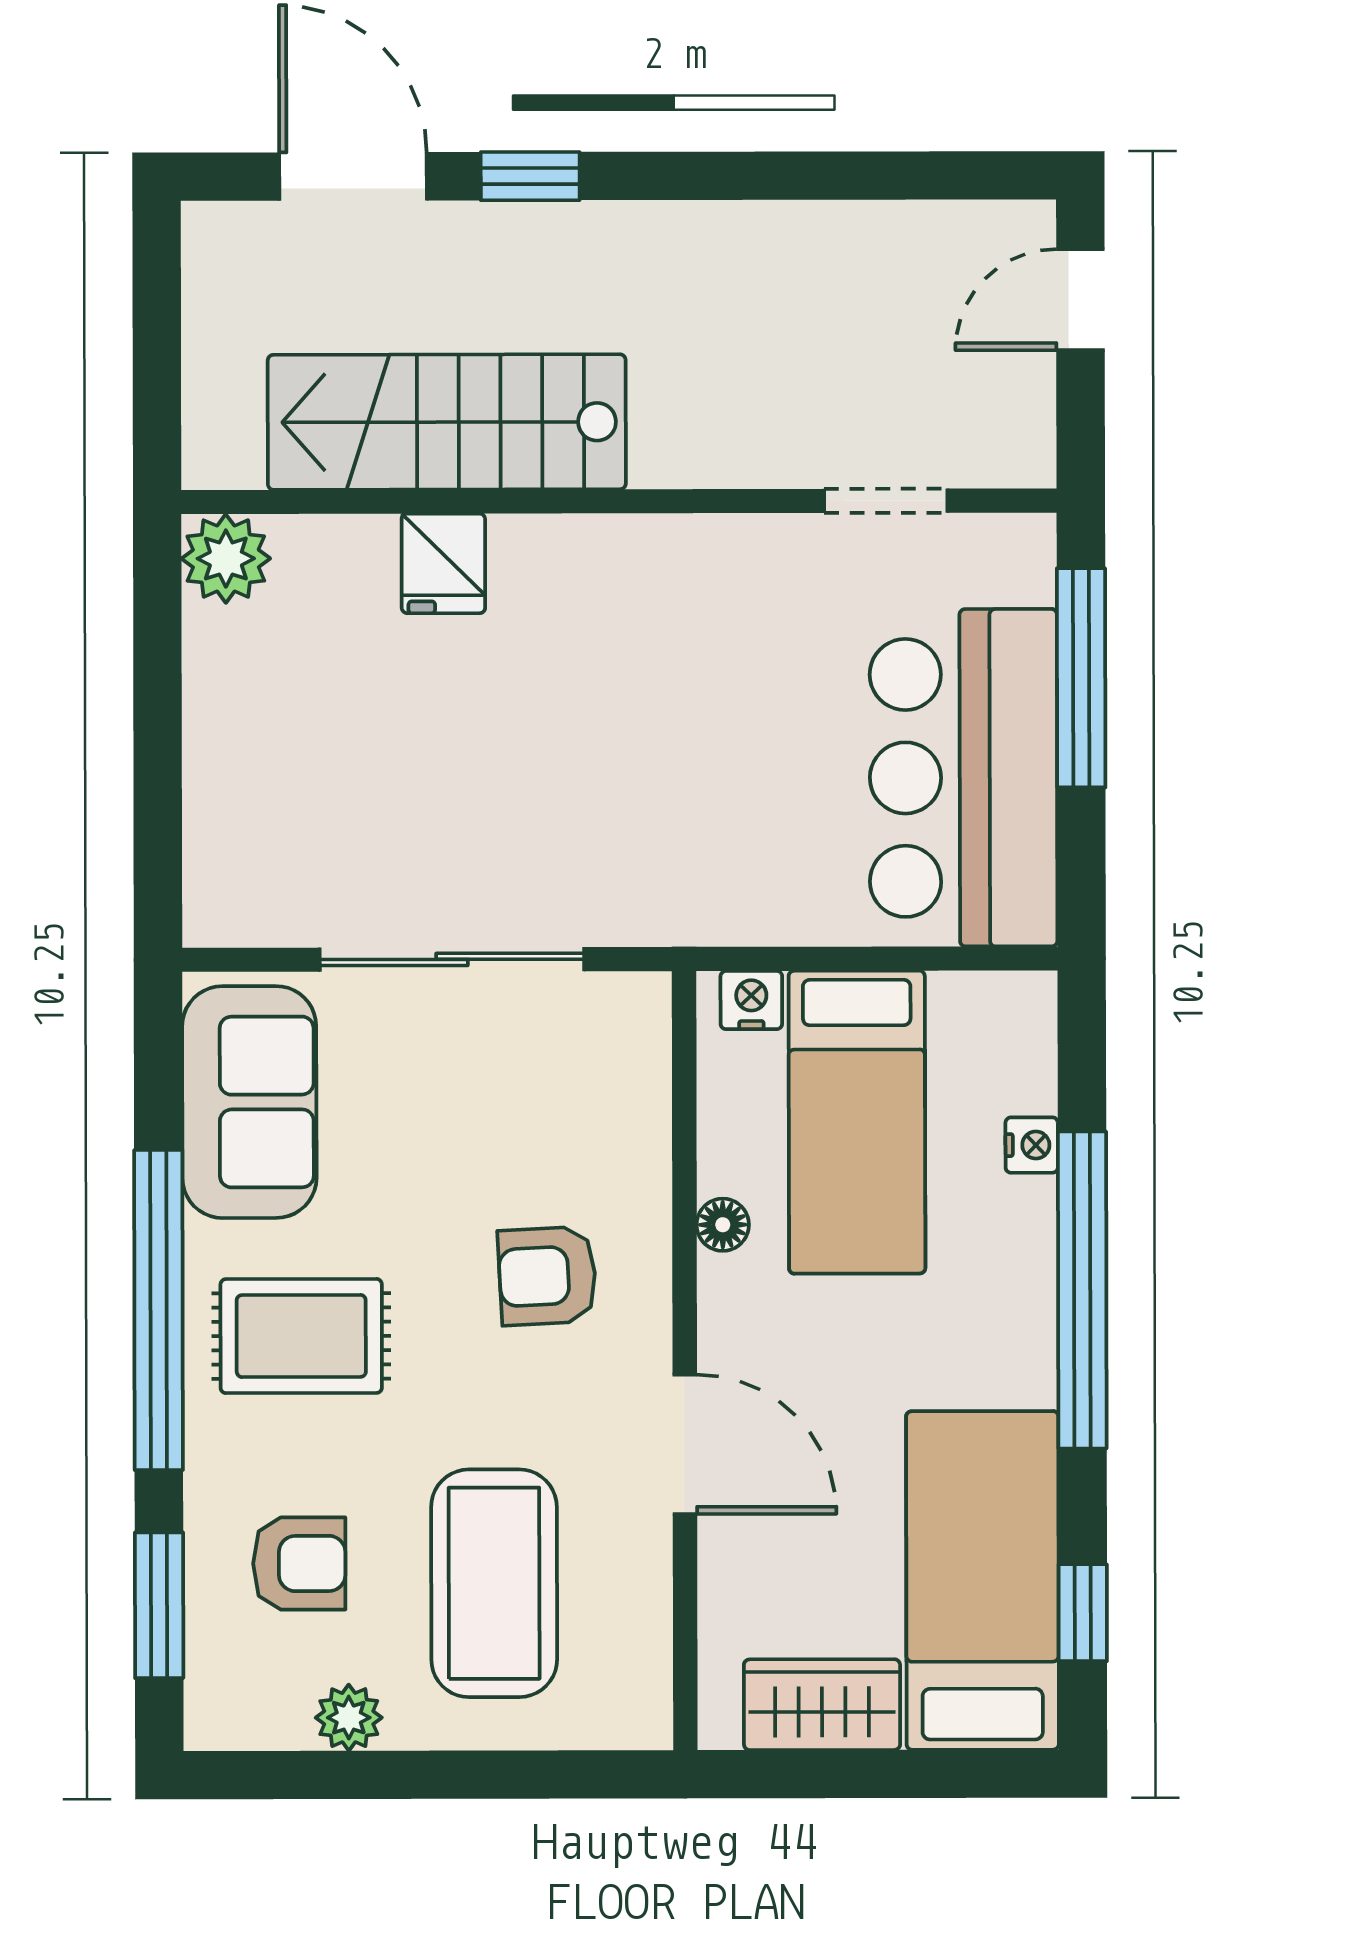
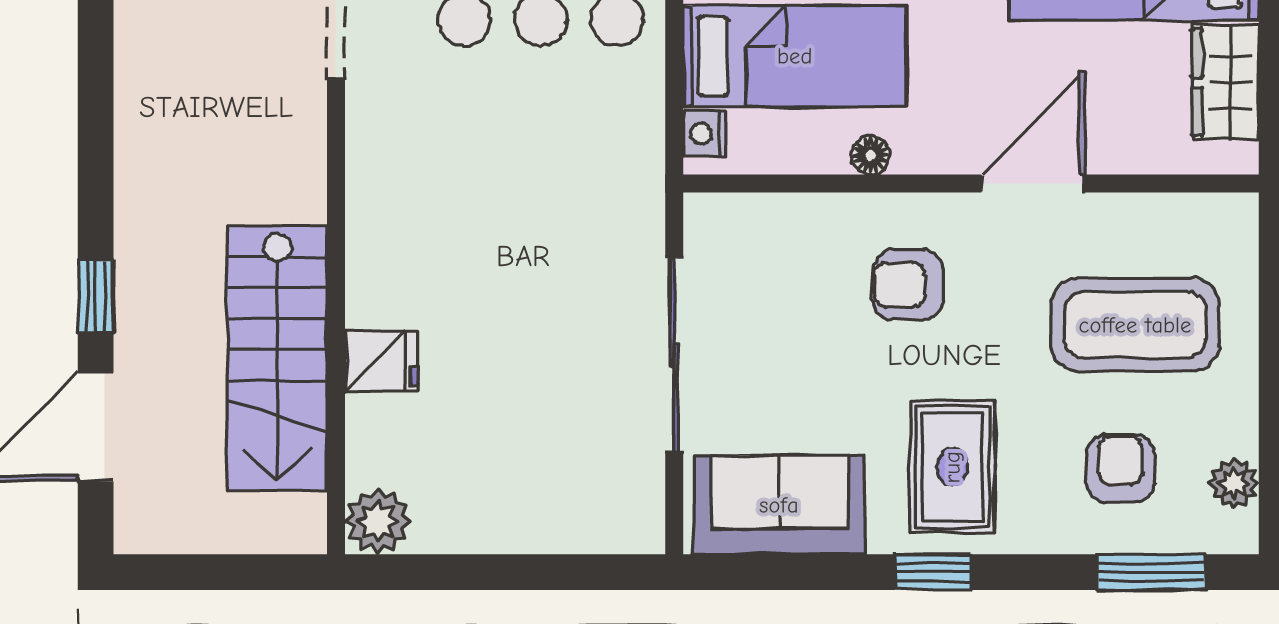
armchair: (547, 1276) -> (908, 285), turned 93
window: (159, 1310) -> (933, 572), width x0.32
plant: (349, 1718) -> (1234, 483), moved

